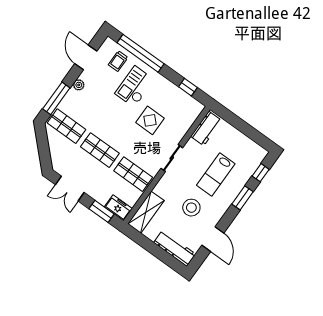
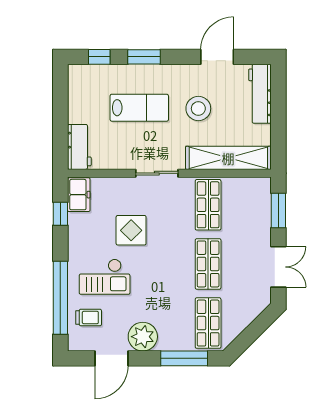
plant: (79, 85) -> (143, 337), width x1.87, depth x1.87
workbench: (206, 128) -> (79, 147), moved, turned 90
freezer: (118, 208) -> (79, 195), moved, turned 180
shelving: (146, 212) -> (228, 158), width x1.47

